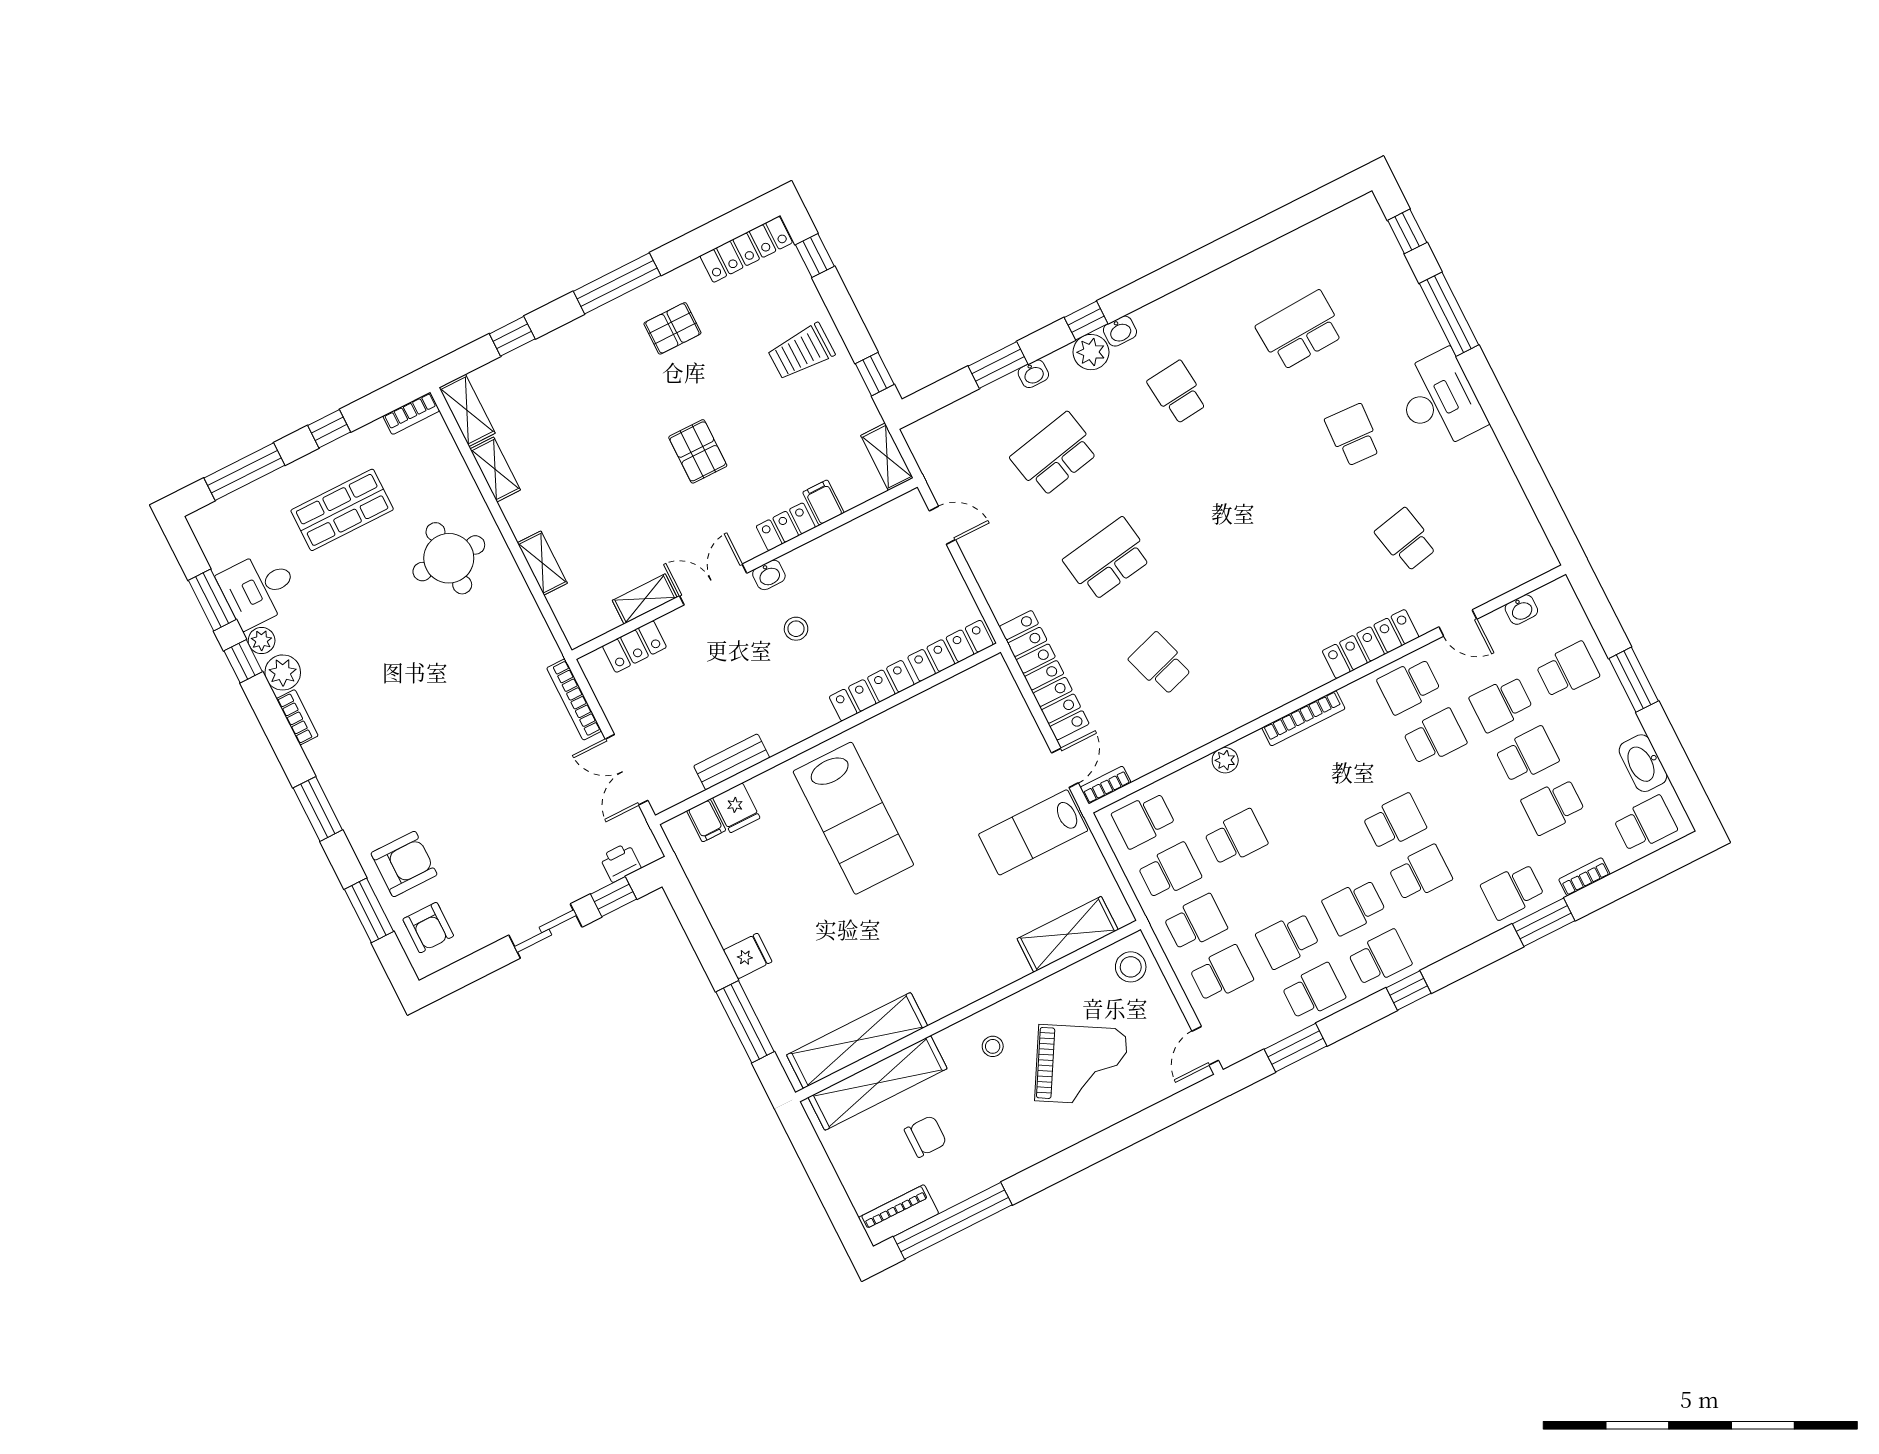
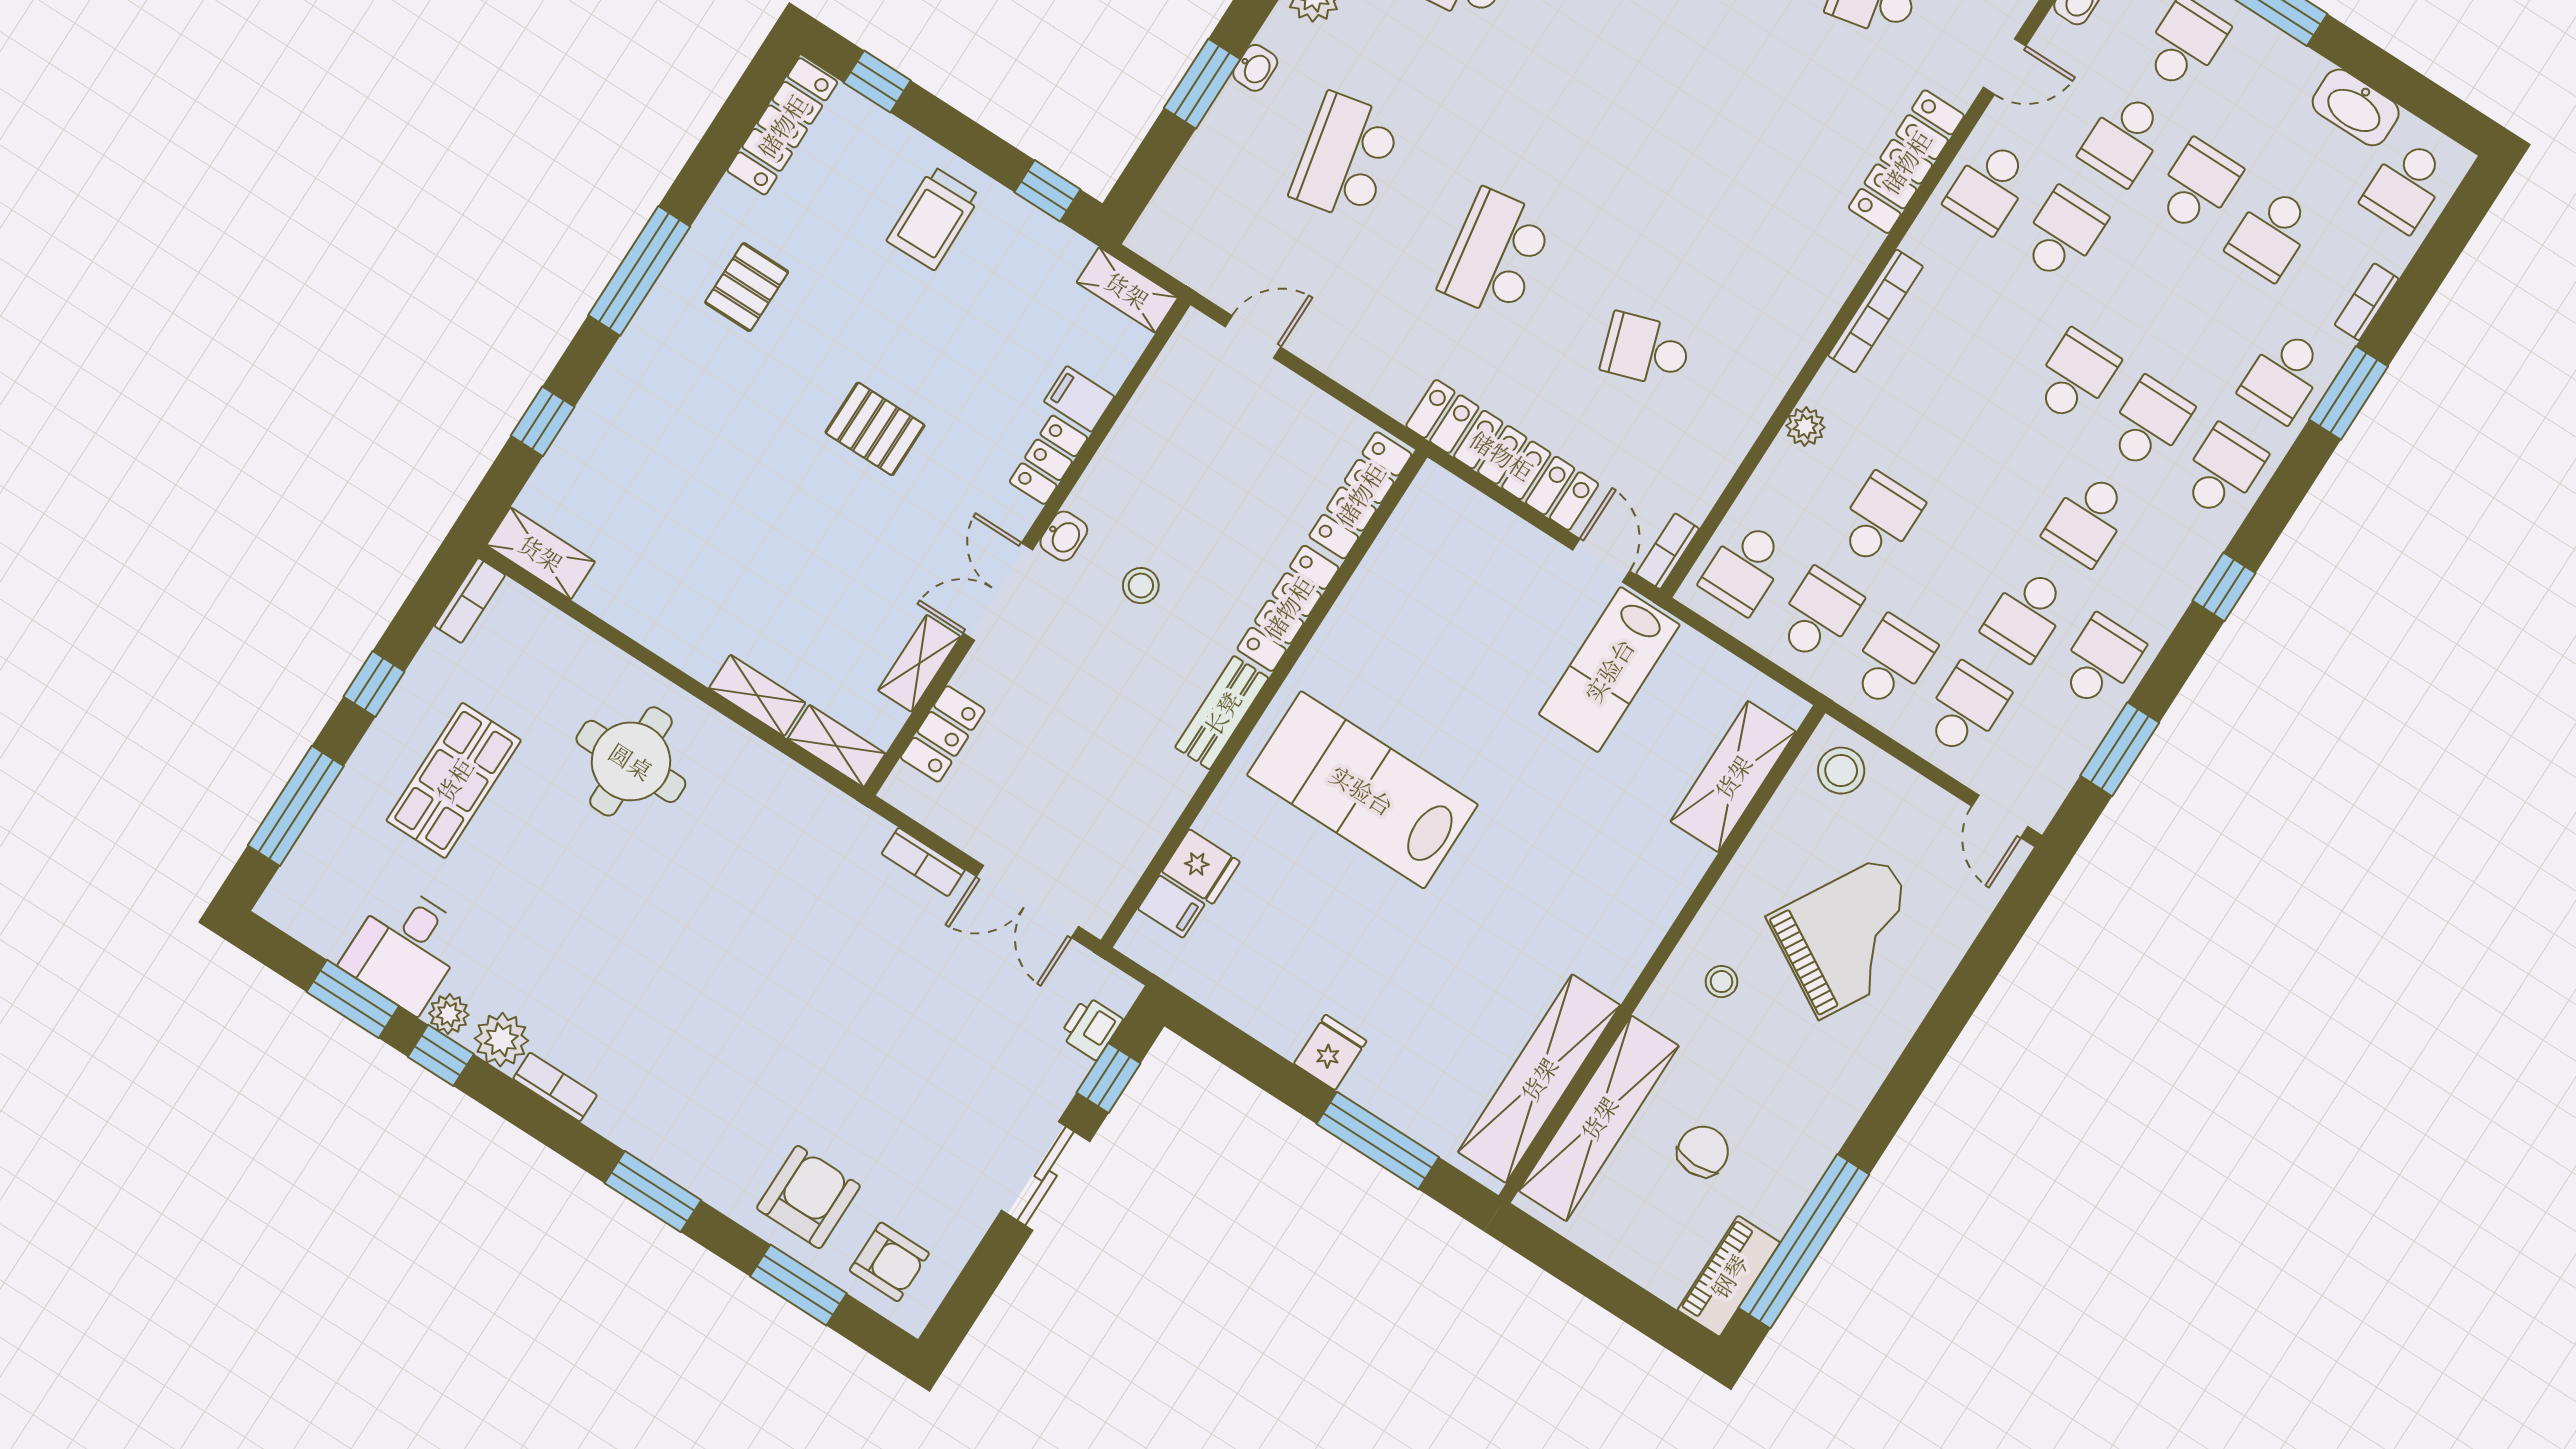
shelving: (495, 469) -> (836, 746), moved
bookcase: (574, 699) -> (923, 862), width x0.64
bench: (732, 762) -> (1222, 713), moved
lab bench: (853, 818) -> (1362, 790), turned 180
school desk: (1645, 824) -> (2406, 186), turned 180
school desk: (1380, 958) -> (2222, 471), moved

